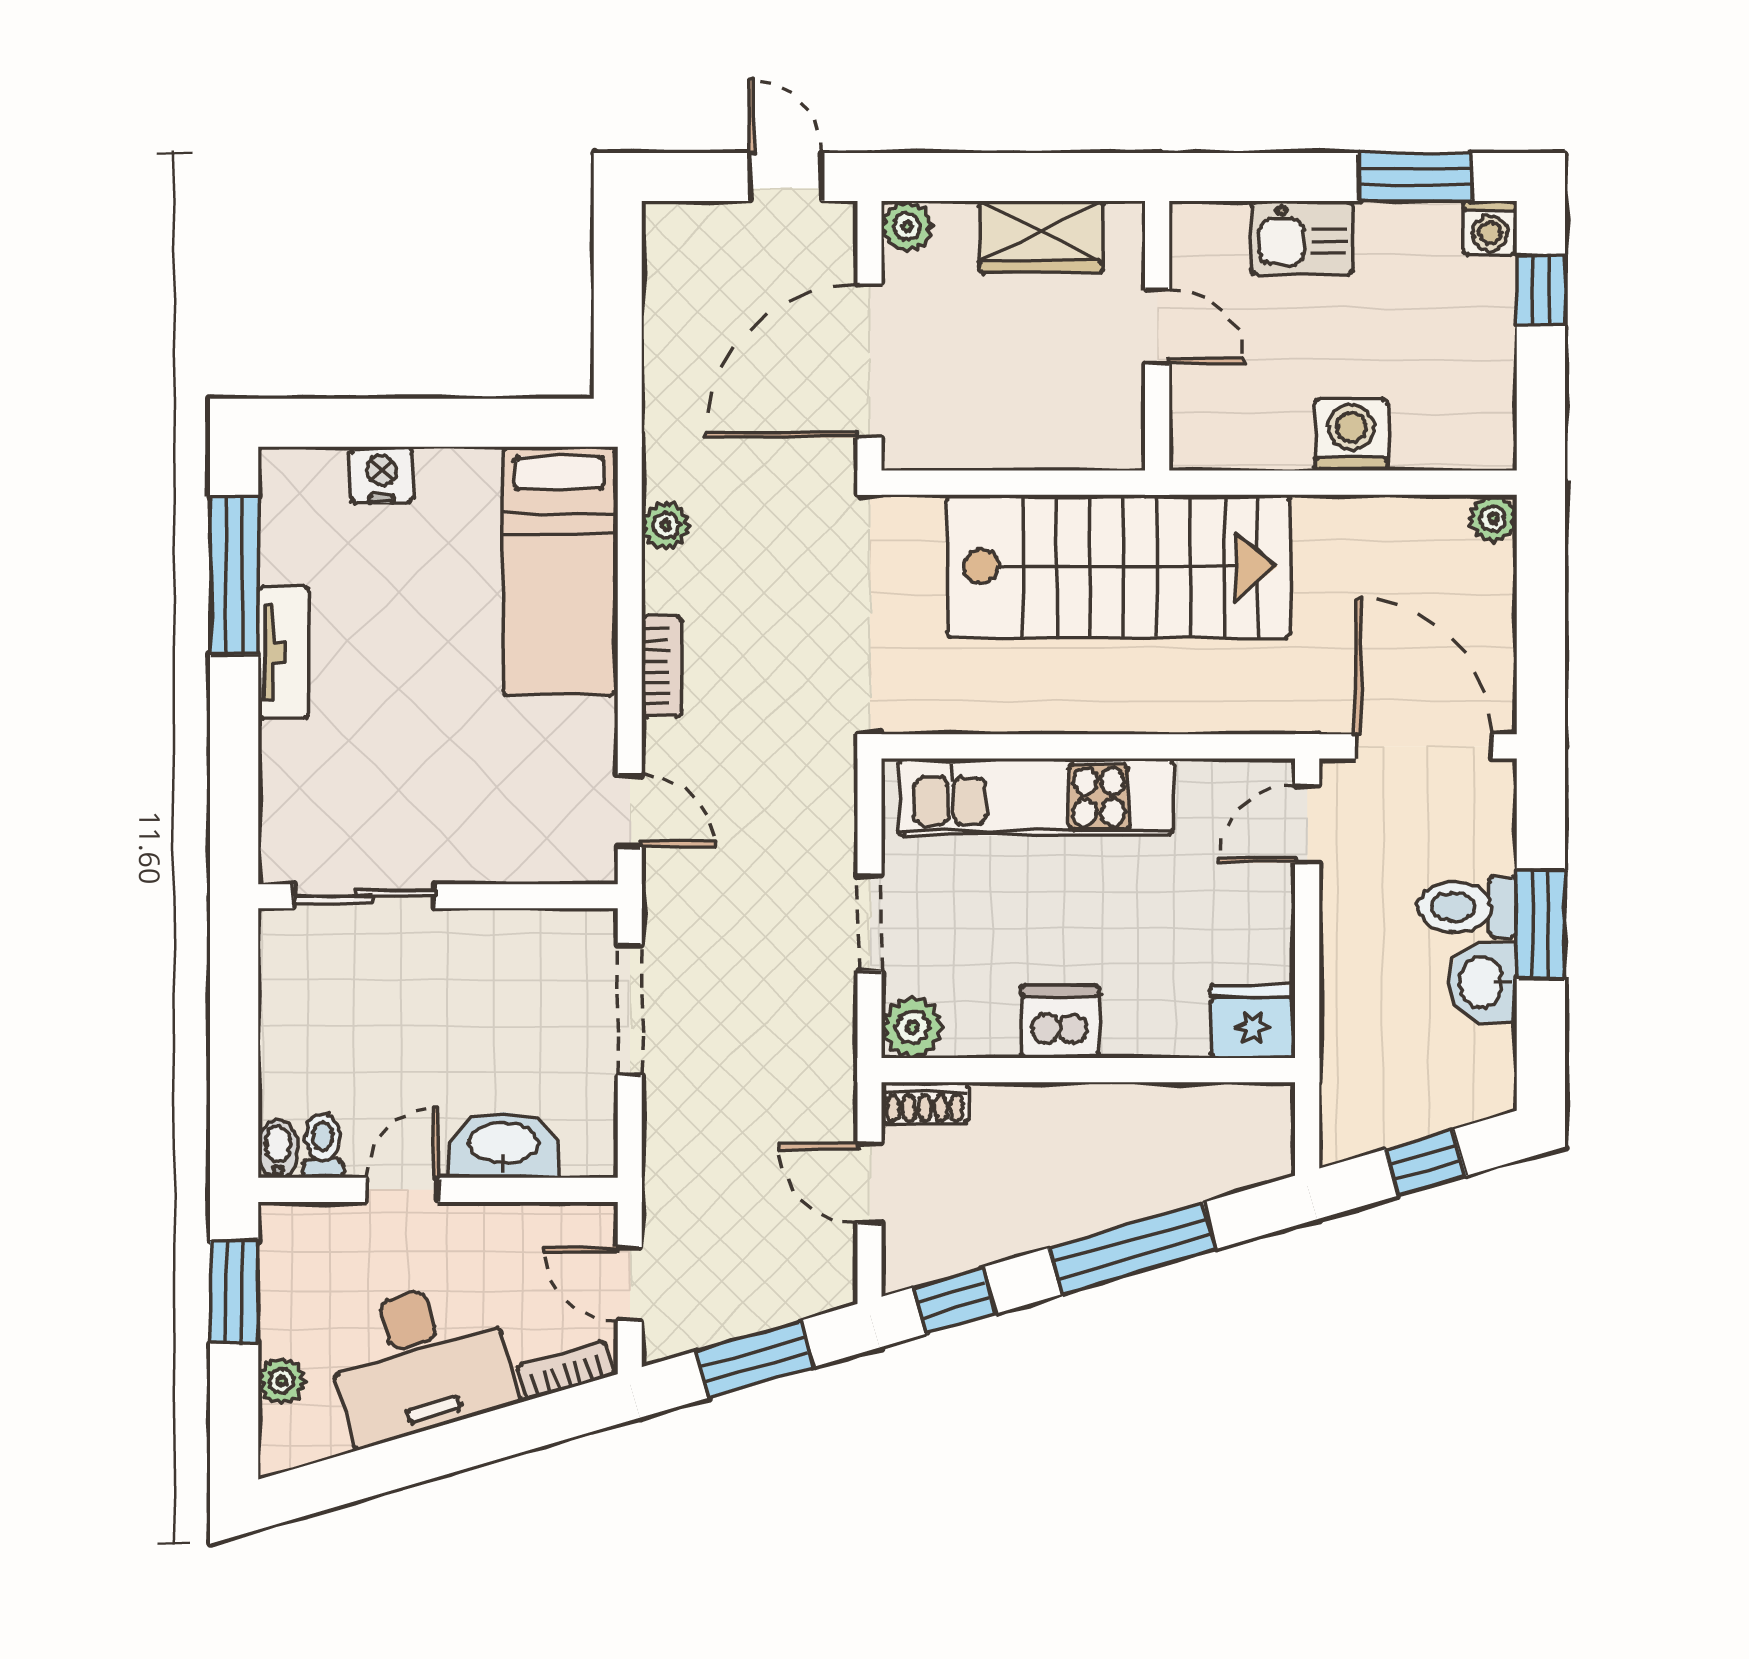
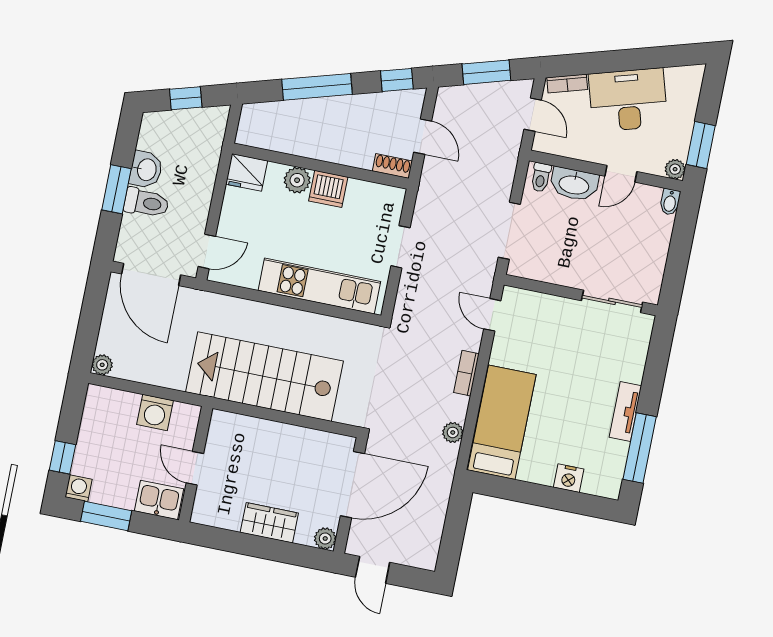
door: (1157, 326) -> (195, 468), moved
wall: (1157, 336) -> (196, 464), moved
plant: (912, 1027) -> (297, 180), moved
toilet: (323, 1145) -> (541, 177), moved
plant: (281, 1381) -> (675, 169), moved

